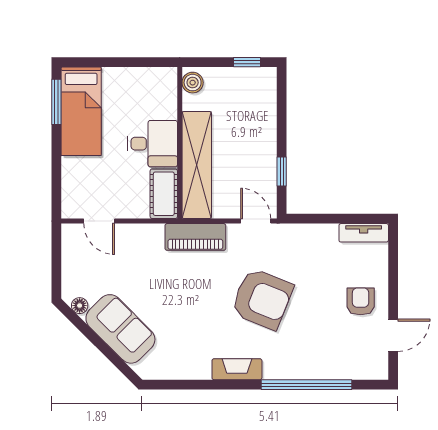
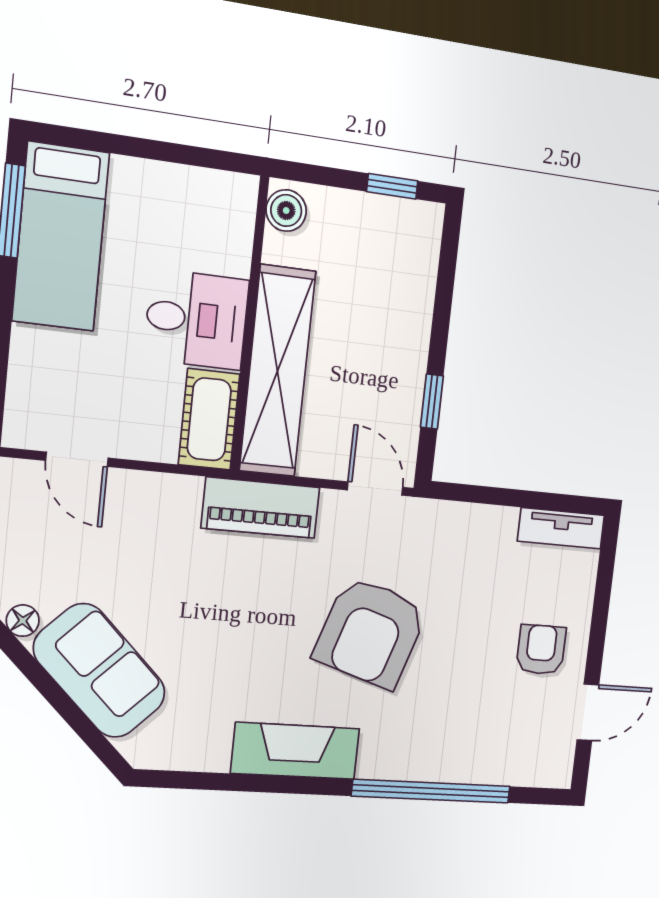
armchair: (262, 299) -> (371, 633), turned 86
fireplace: (237, 369) -> (295, 751), width x1.37, depth x1.32

